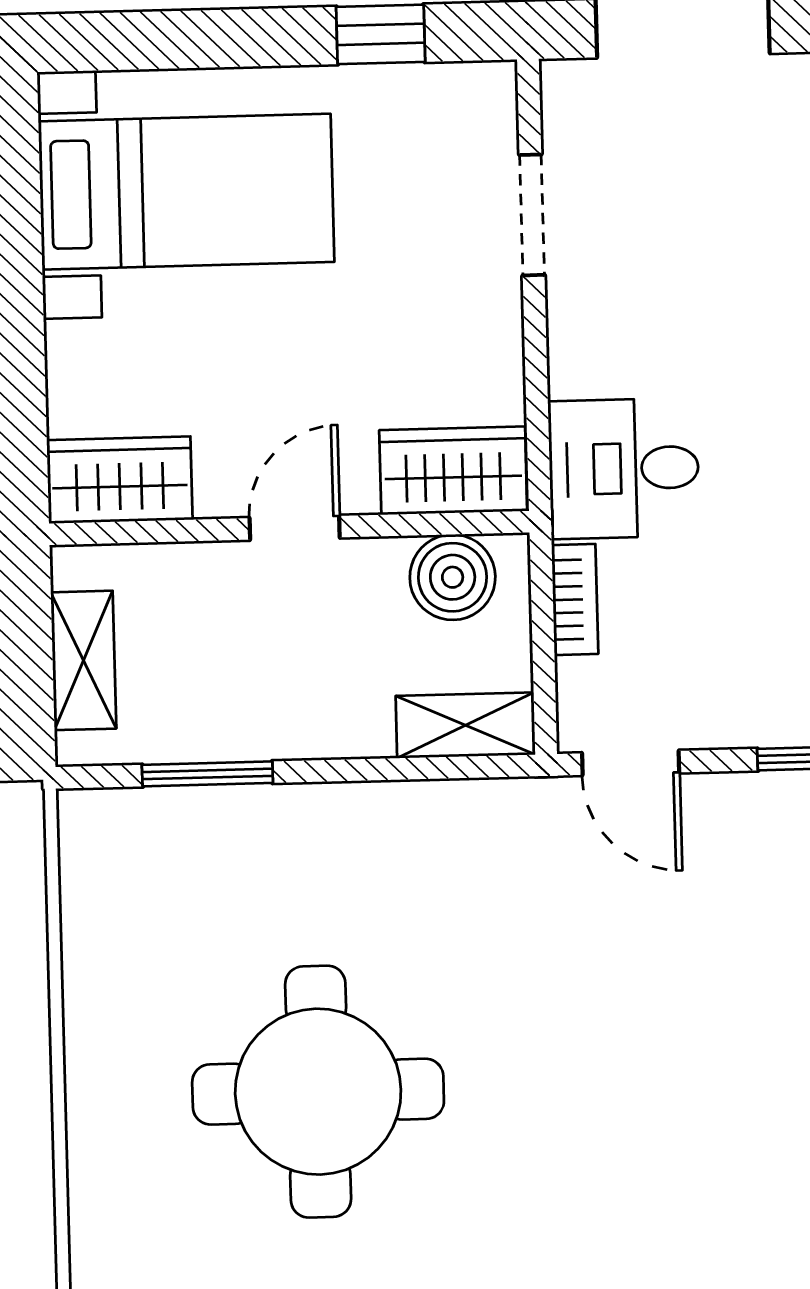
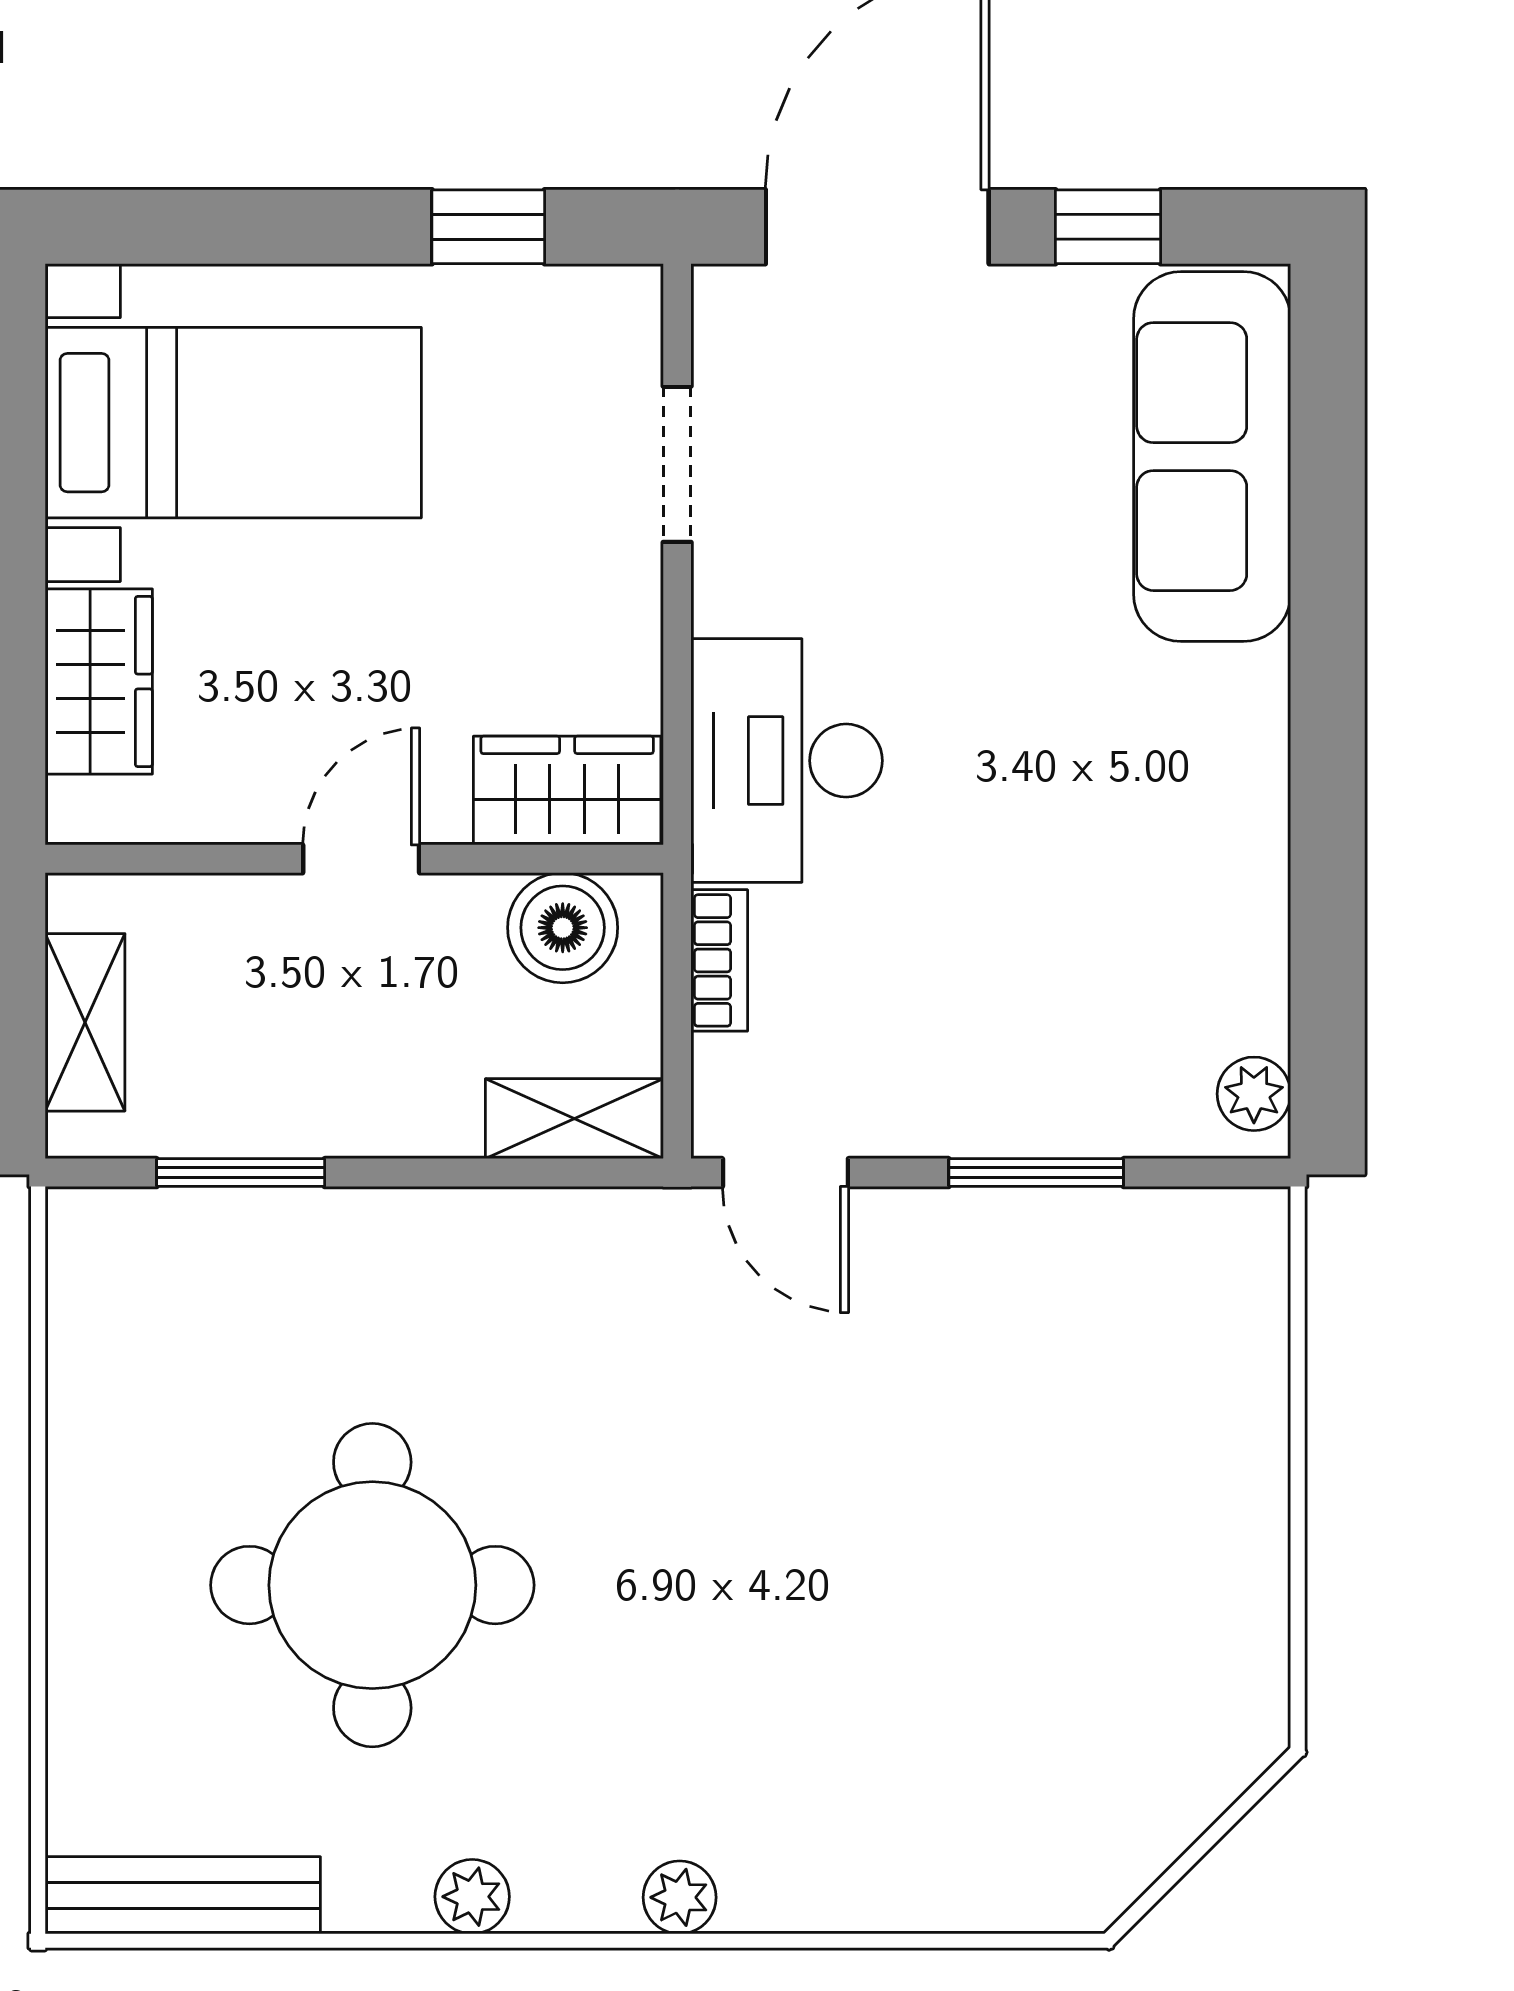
desk: (624, 468) -> (787, 761), width x1.37
wardrobe: (120, 480) -> (99, 682), moved, turned 90

